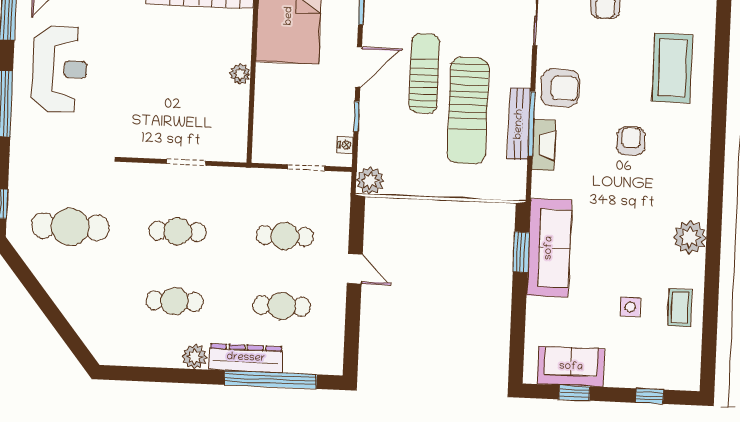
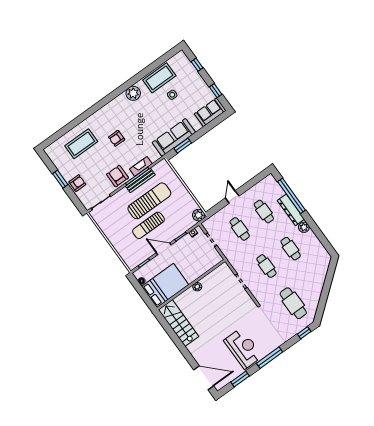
reception desk: (60, 69) -> (243, 348), turned 90
coffee table: (680, 308) -> (159, 78), width x1.86, depth x1.72
sofa: (571, 367) -> (210, 112), moved, turned 90

